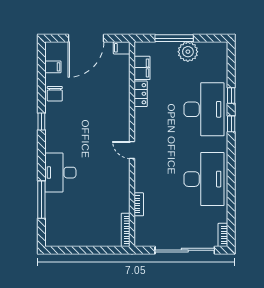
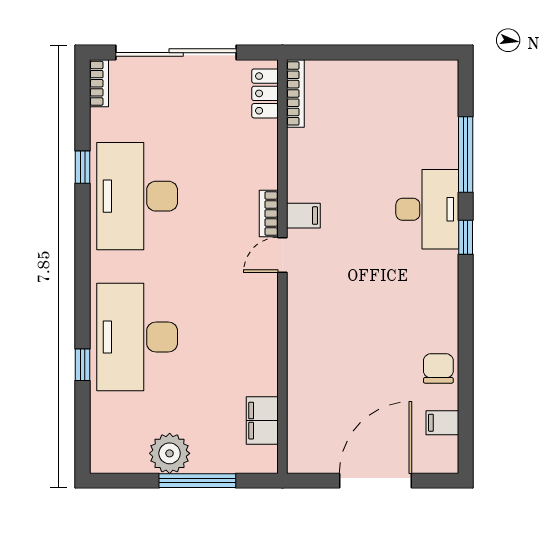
filing cabinet: (122, 48) -> (303, 216), moved
locker: (141, 94) -> (265, 93), moved
window: (41, 122) -> (466, 237), moved
window: (231, 124) -> (82, 167), moved
door: (132, 150) -> (282, 255), swing flipped
bookcase: (139, 204) -> (269, 213), moved

